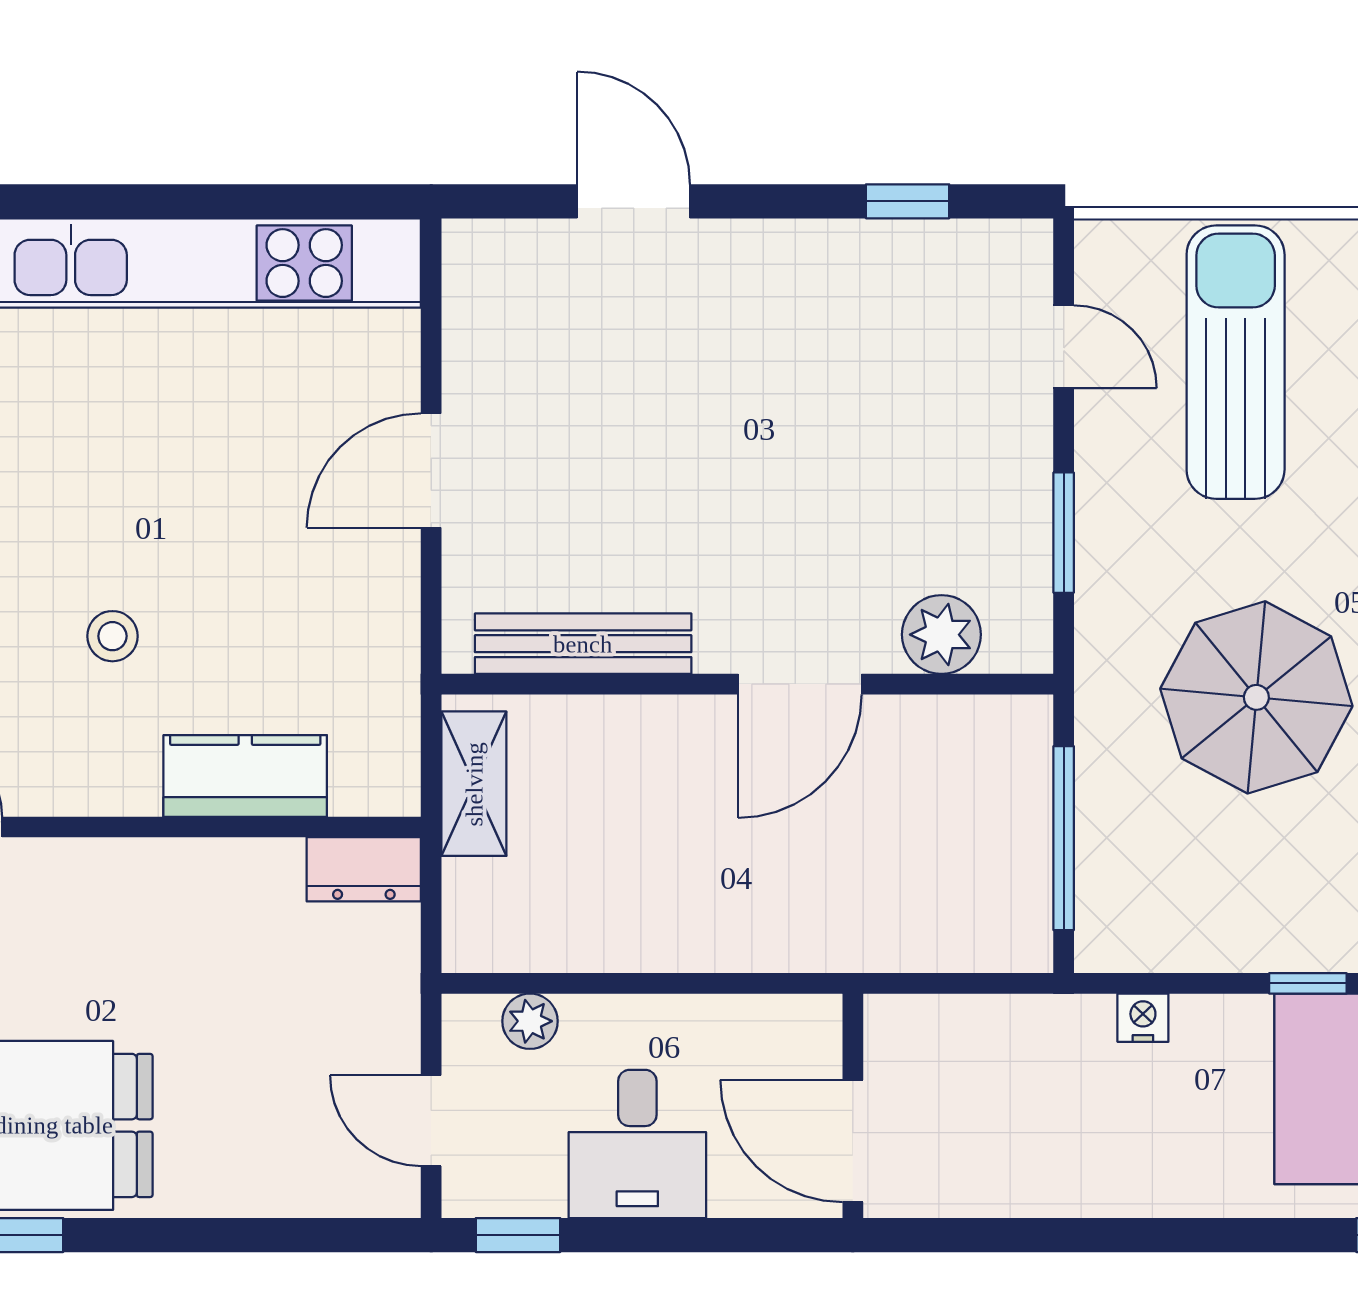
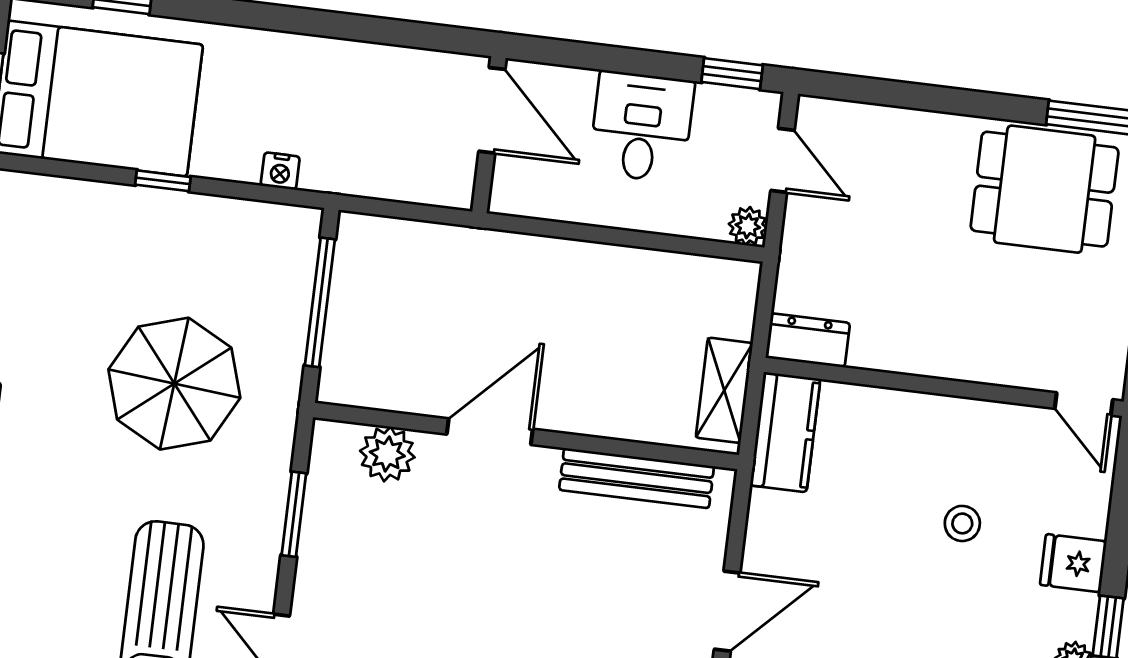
kitchen counter: (245, 776) -> (785, 432), moved, turned -90
plant: (530, 1021) -> (748, 226), moved

